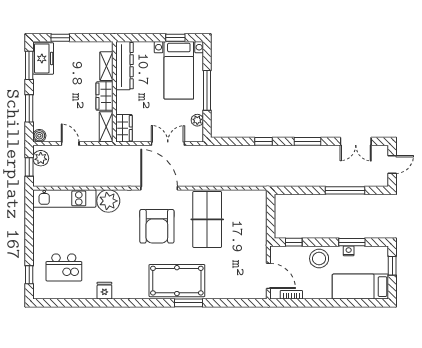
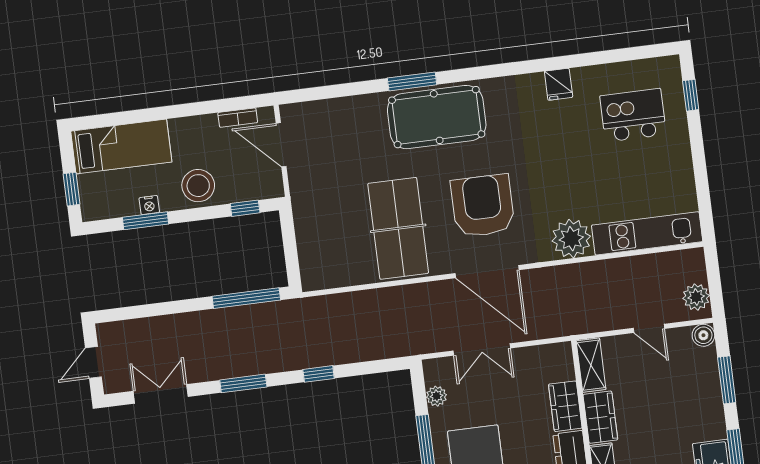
wardrobe: (124, 128) -> (565, 406), moved
window: (29, 167) -> (714, 280), removed
window: (345, 190) -> (246, 298), moved

